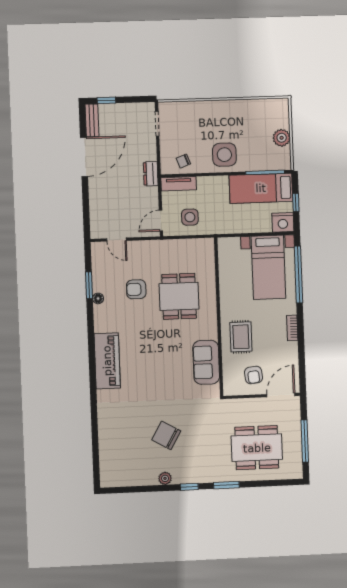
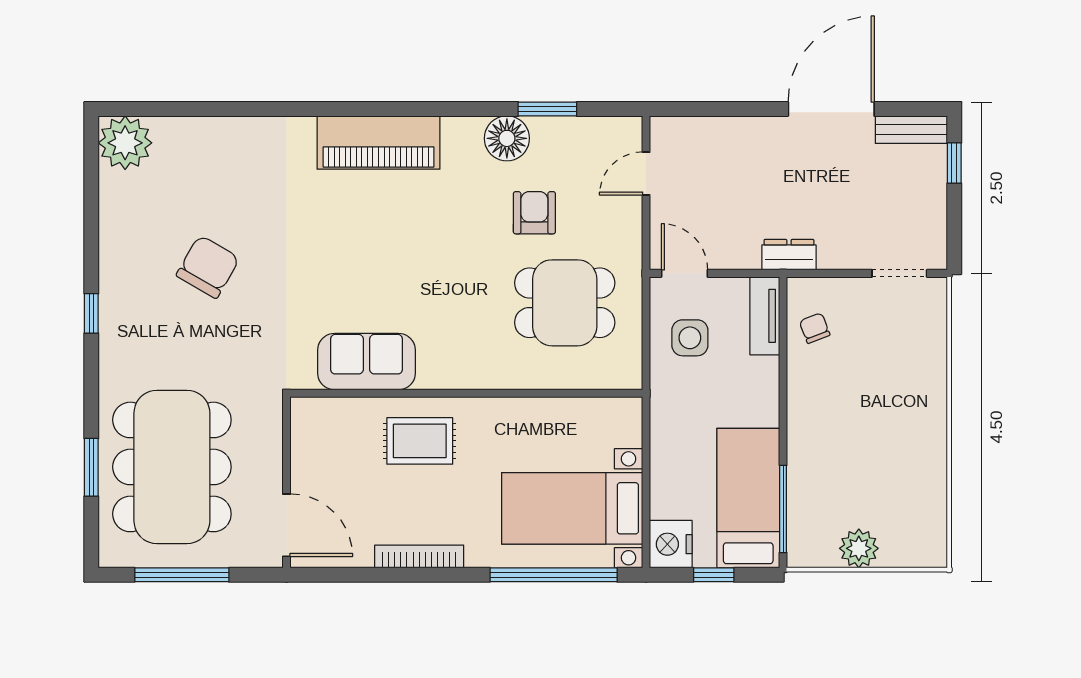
side table: (224, 155) -> (826, 420), removed
door: (84, 157) -> (831, 109), swing flipped
dining table: (179, 296) -> (565, 303), moved
floor lamp: (98, 298) -> (507, 138), width x1.89, depth x1.89
bookcase: (292, 328) -> (419, 557), width x1.56
armchair: (254, 375) -> (334, 466), removed
dining table: (257, 448) -> (172, 467), width x1.36, depth x1.24
plant: (165, 478) -> (125, 143), moved, width x1.88, depth x1.88
window: (226, 485) -> (91, 467), moved

